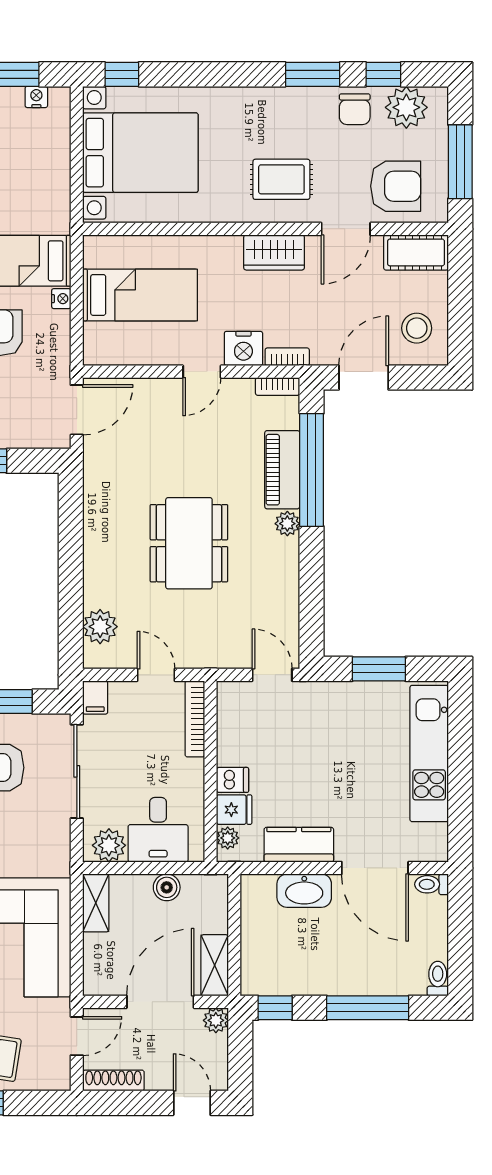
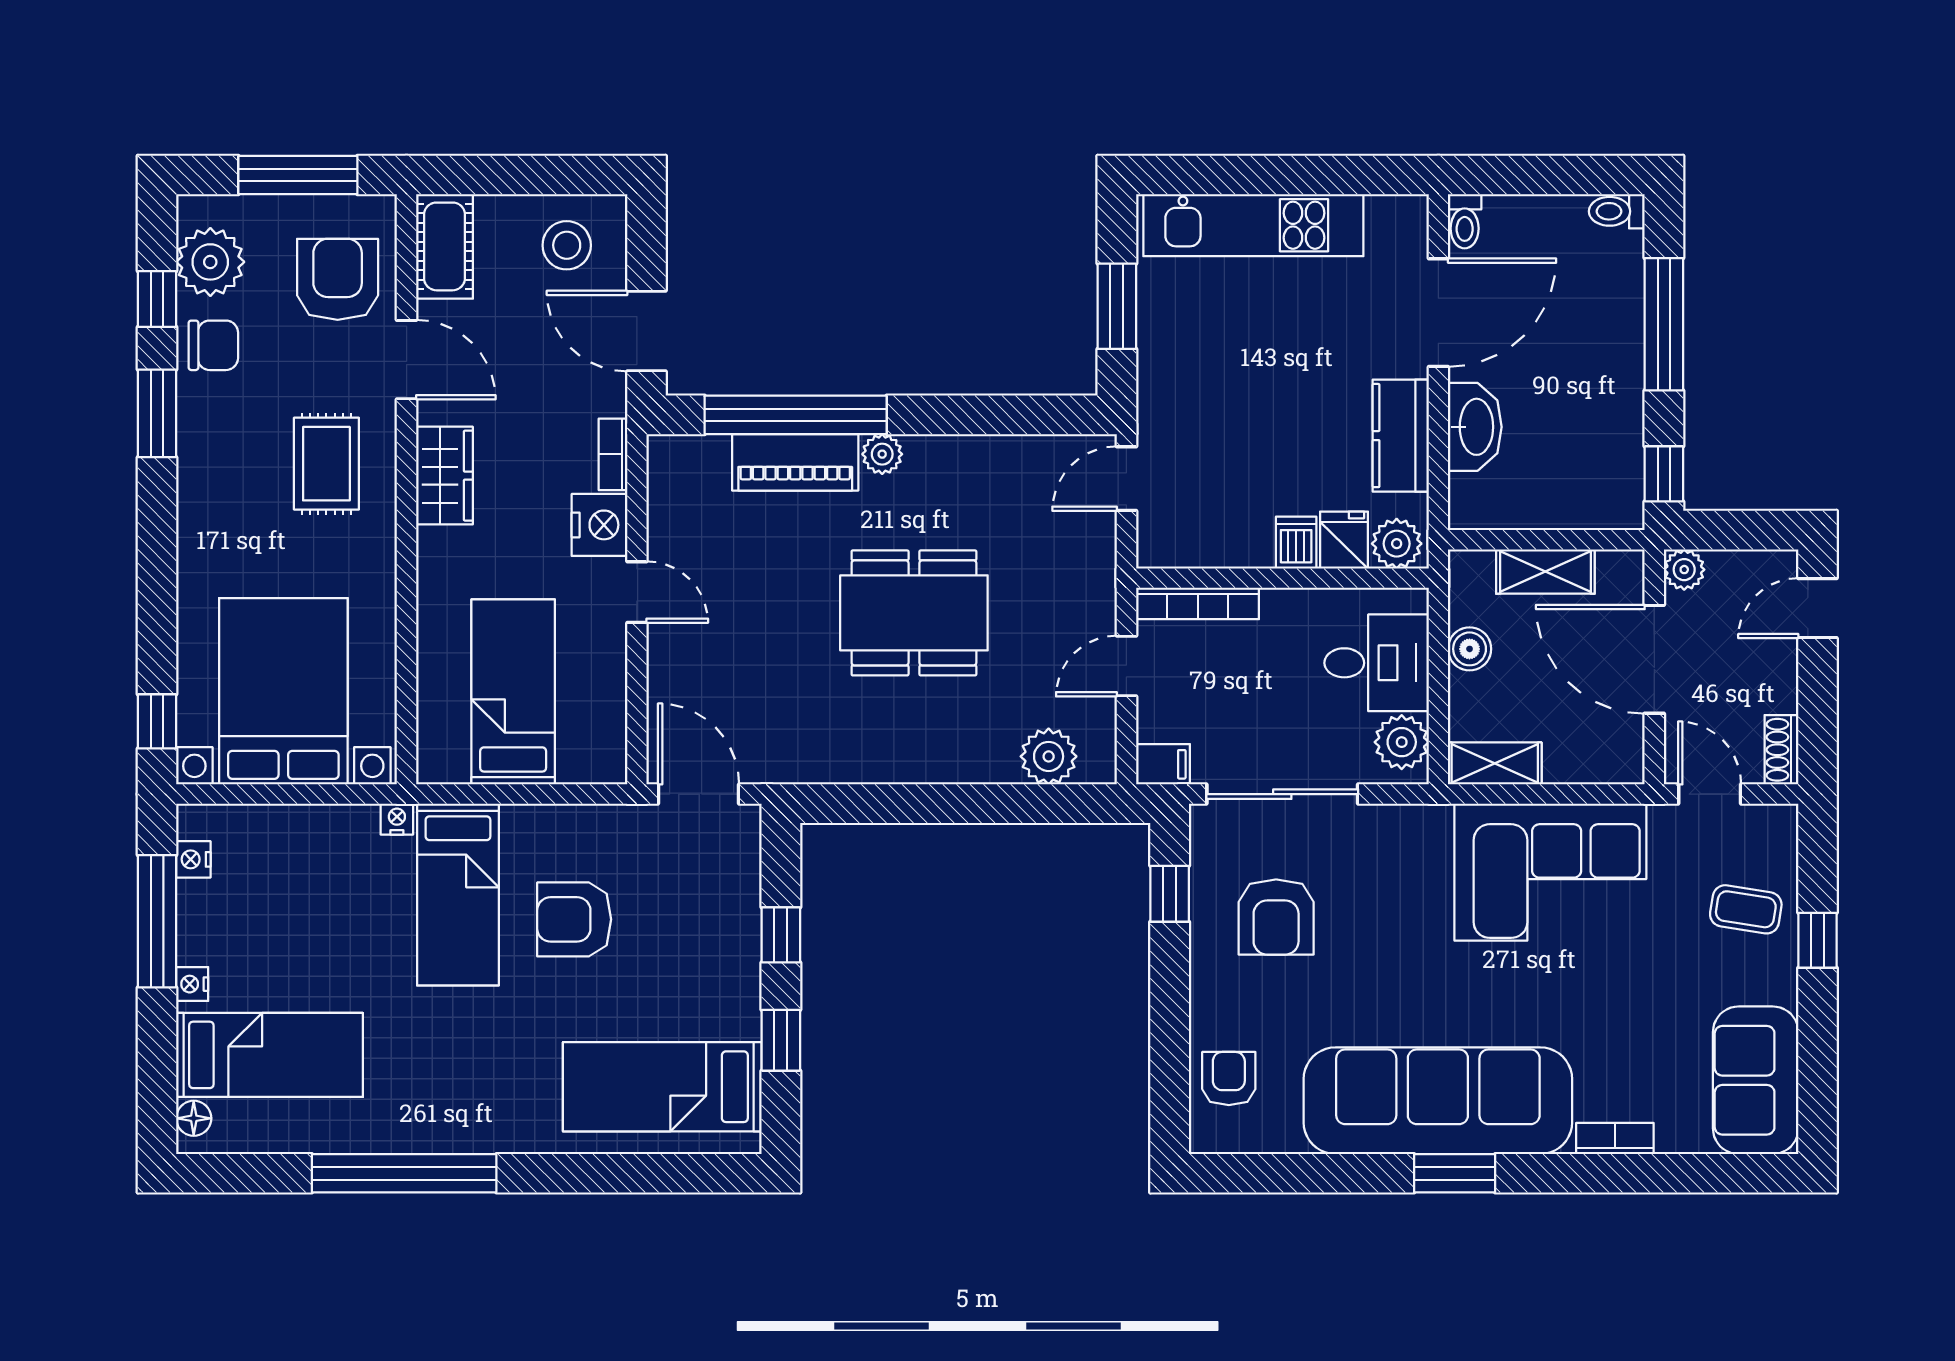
nightstand: (61, 299) -> (397, 819), moved
bookcase: (278, 386) -> (661, 470), removed
plant: (228, 838) -> (1397, 544), width x1.38, depth x1.38
shelving: (215, 965) -> (1545, 572), moved
shoe rack: (113, 1081) -> (1781, 750), width x0.70

